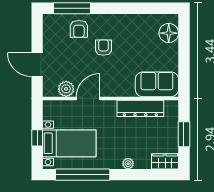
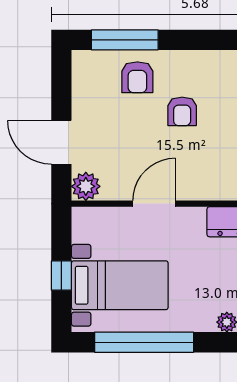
armchair: (103, 48) -> (182, 111), turned 180
plant: (66, 89) -> (86, 186), moved

